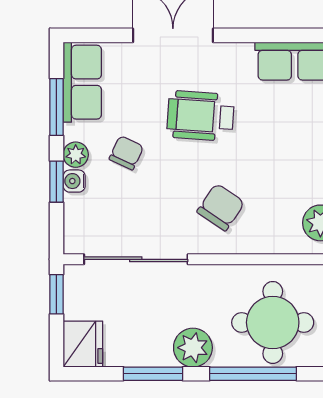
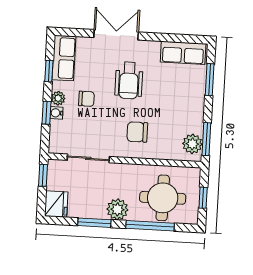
window: (56, 107) -> (49, 71), width x0.67
wheelchair: (200, 116) -> (129, 80), turned -94
chair: (126, 153) -> (86, 99), turned 65
chair: (221, 207) -> (137, 132), turned -124
sliding door: (136, 259) -> (88, 158), width x0.73

